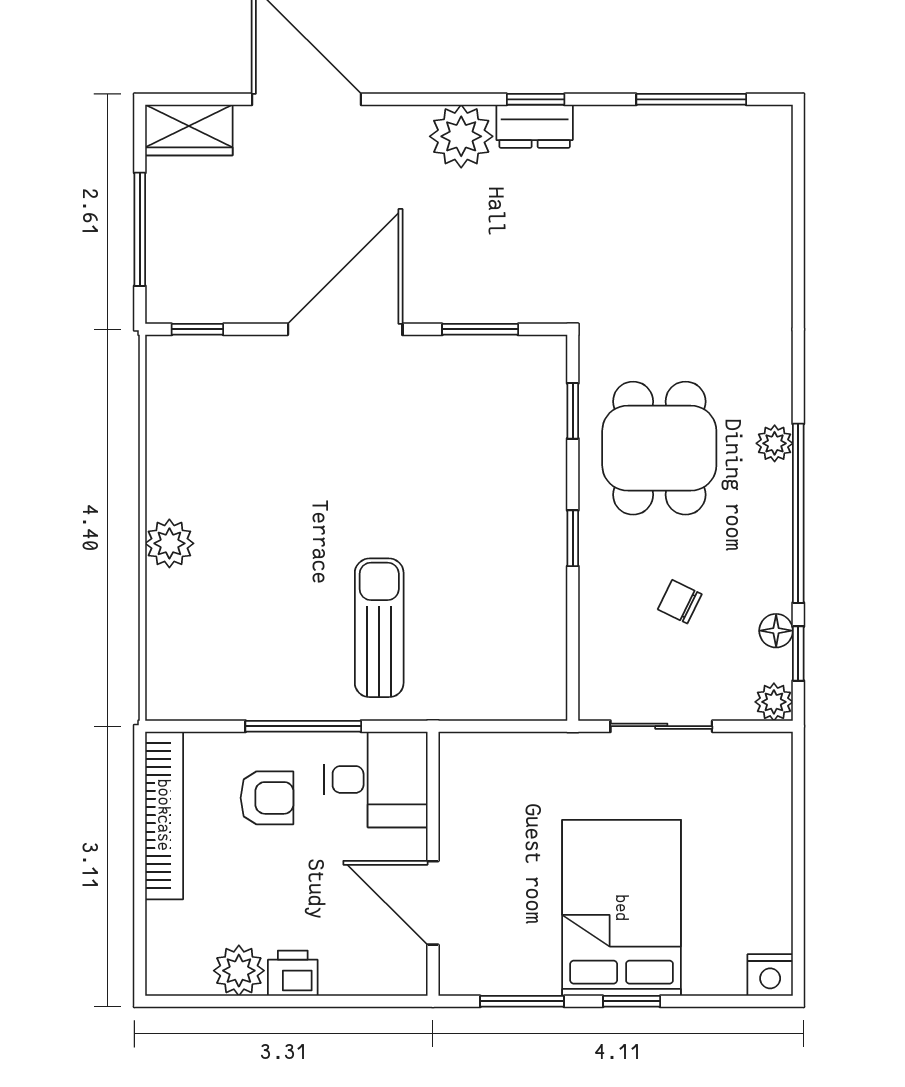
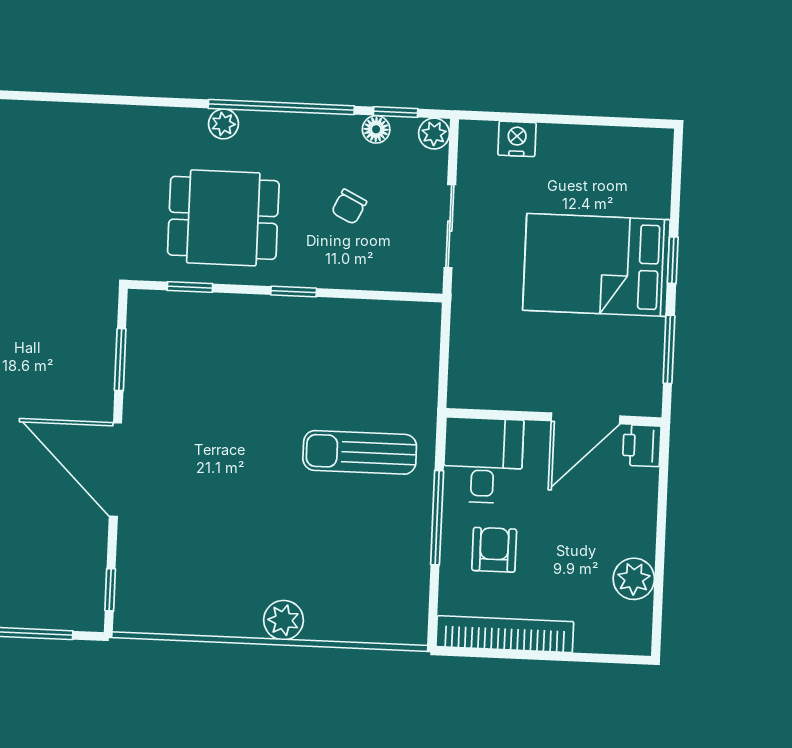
printer: (293, 973) -> (642, 446), moved
nightstand: (770, 975) -> (517, 139), moved, turned -90

